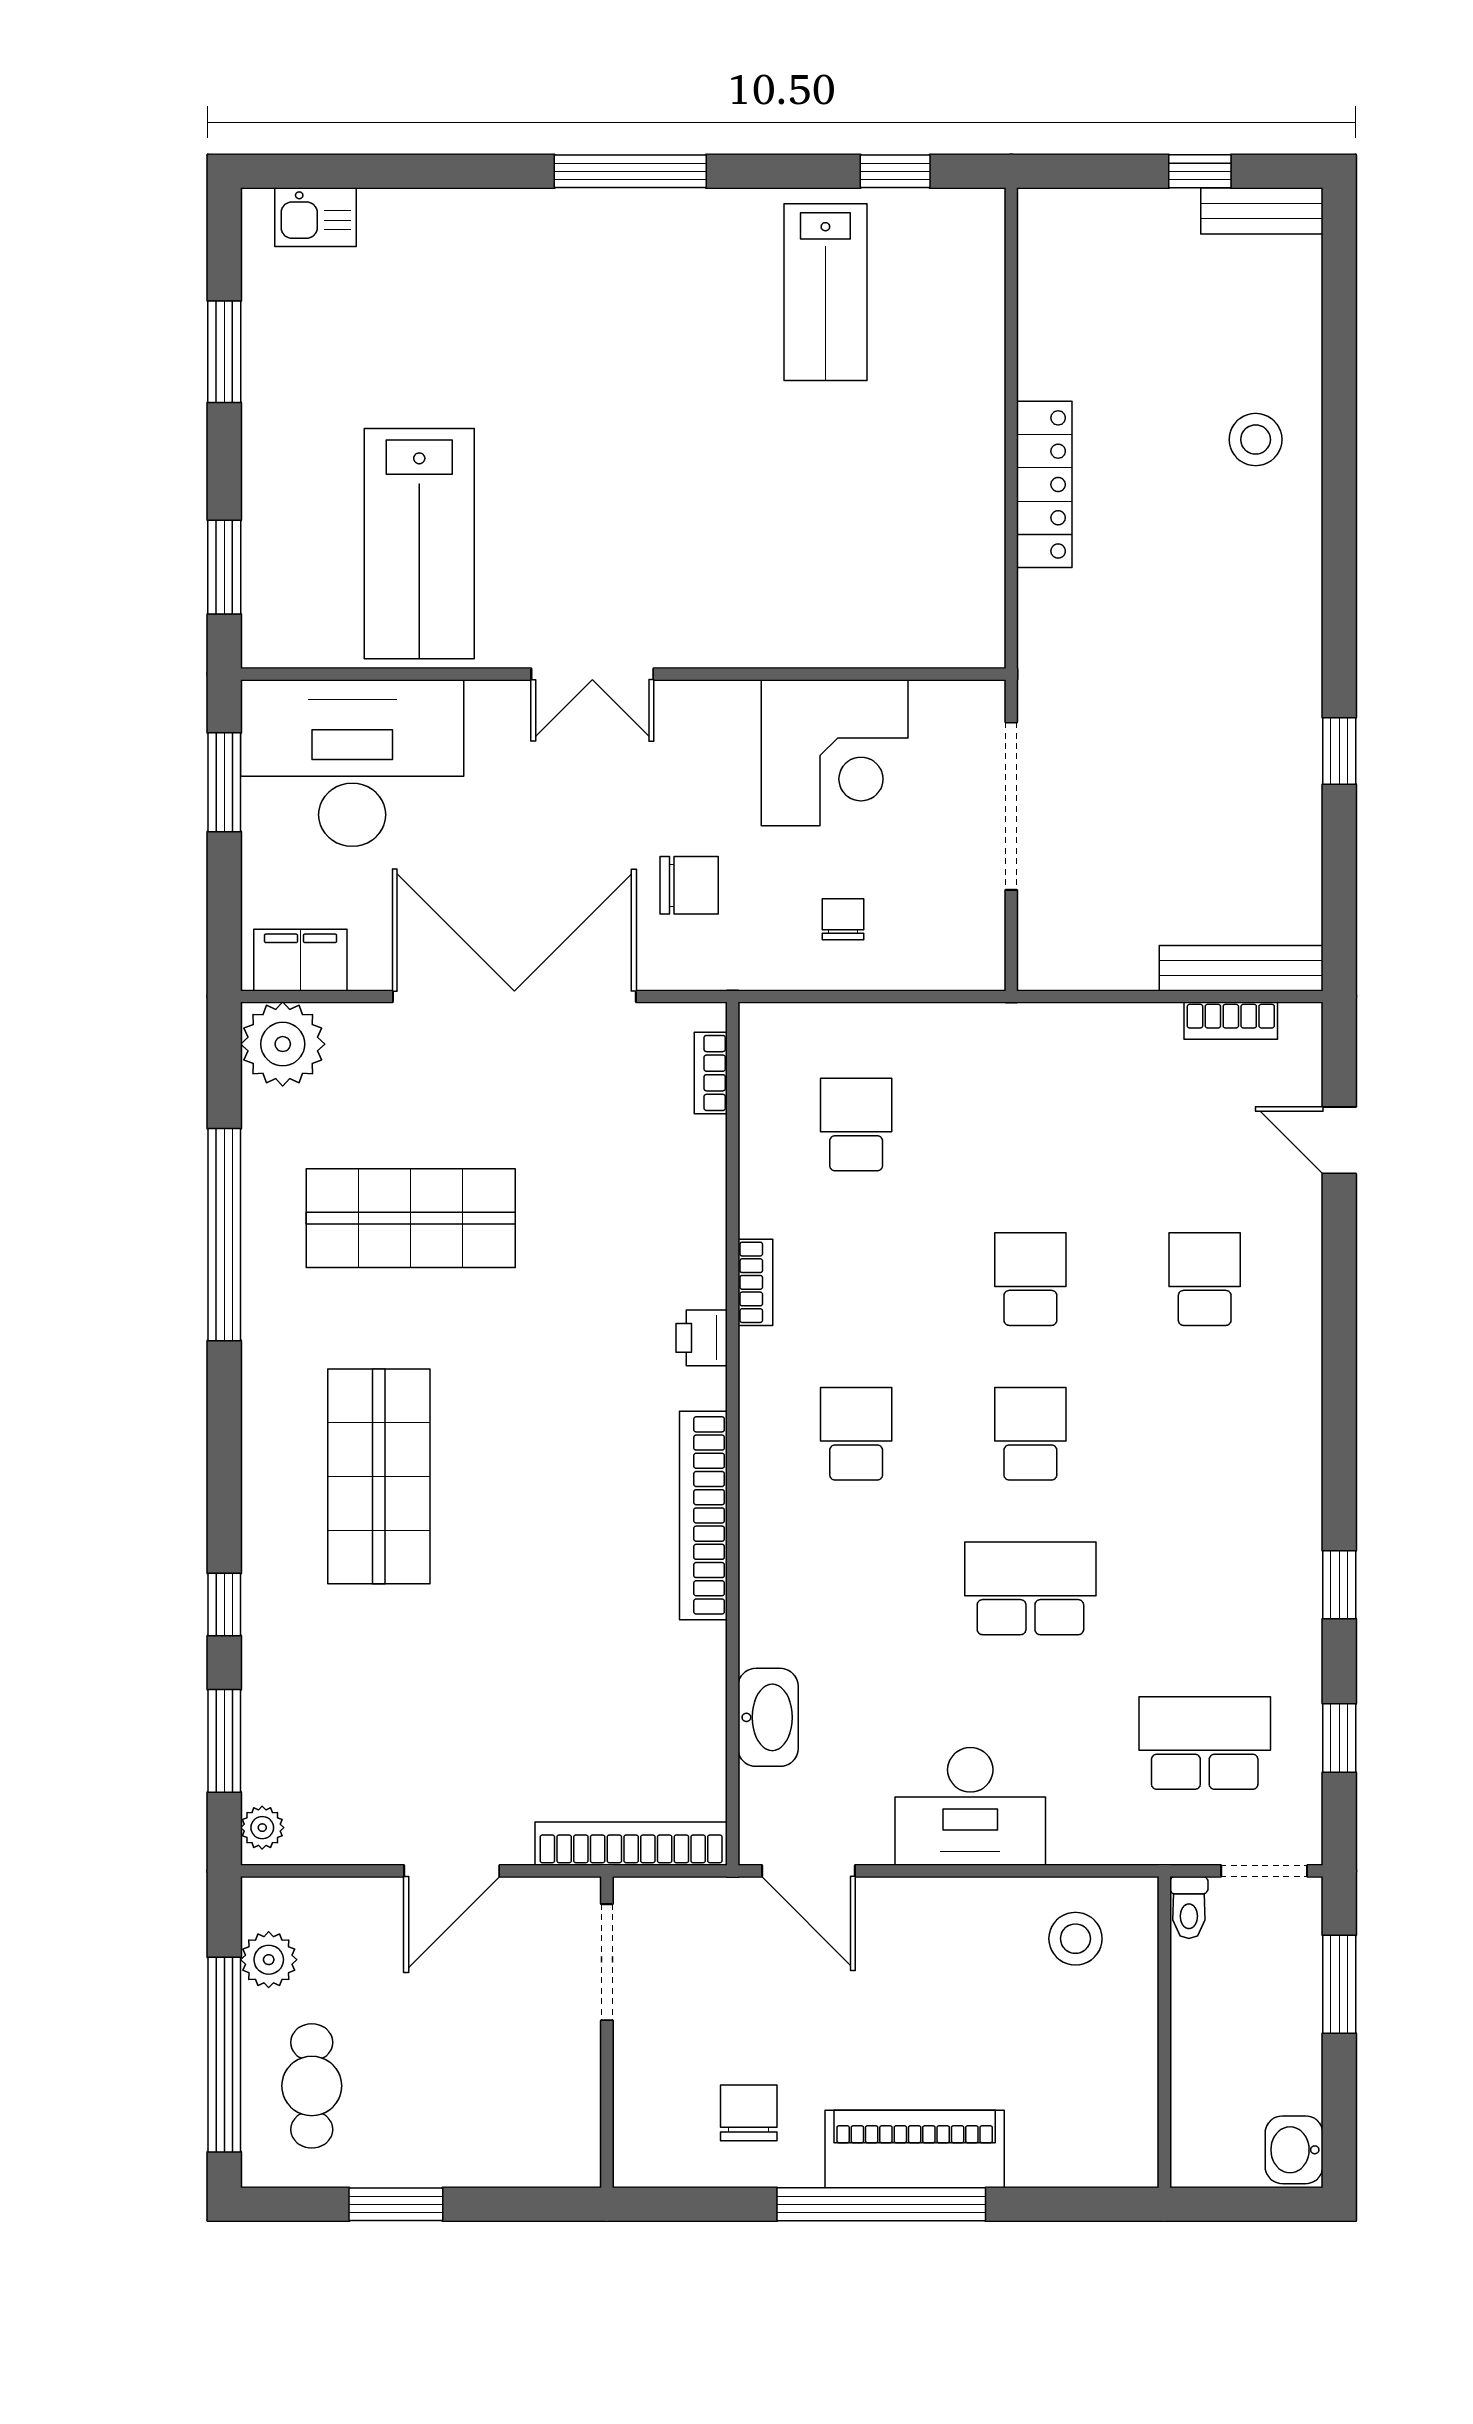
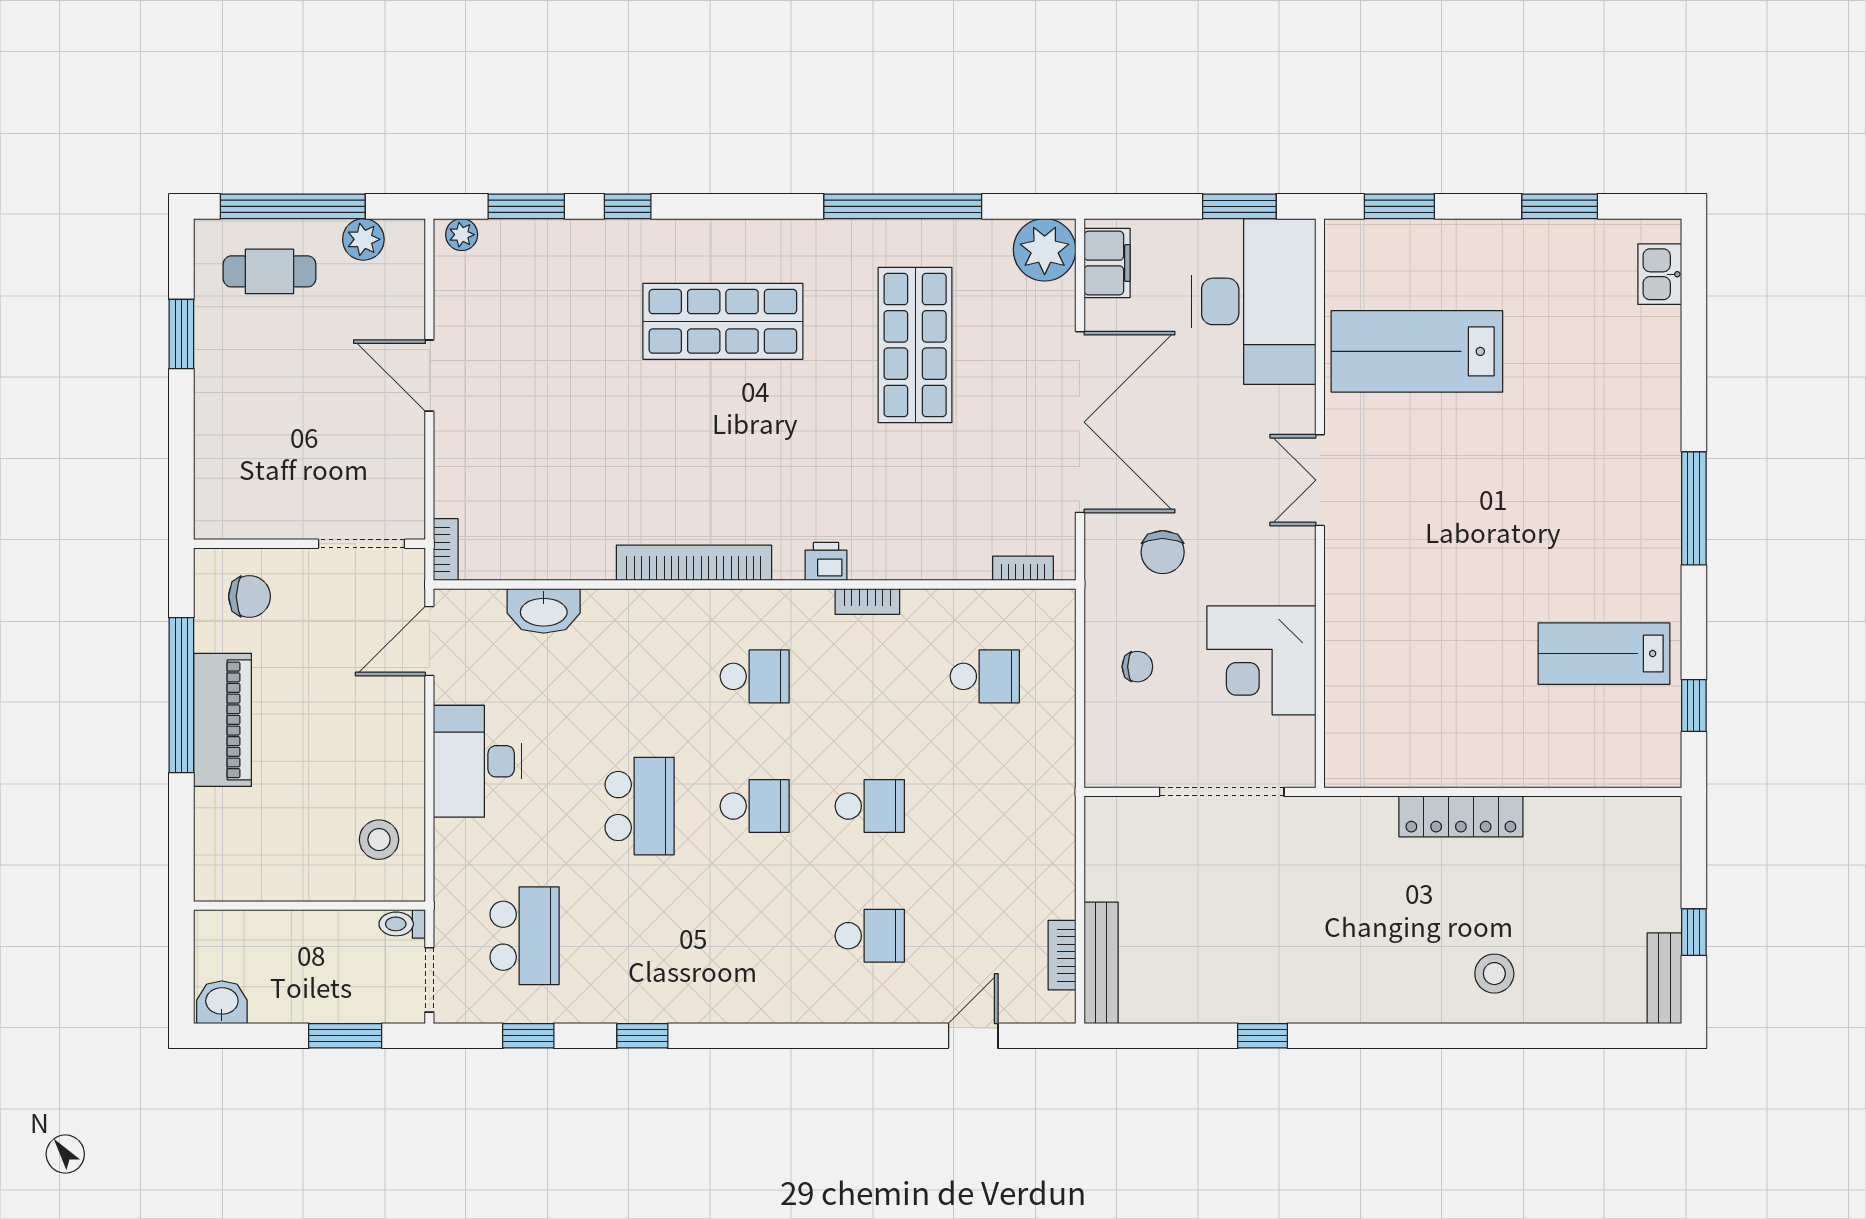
bookcase: (631, 1844) -> (446, 550), width x0.43, depth x0.76
doorway: (607, 1962) -> (361, 544), moved
wall: (607, 2032) -> (309, 544), moved

